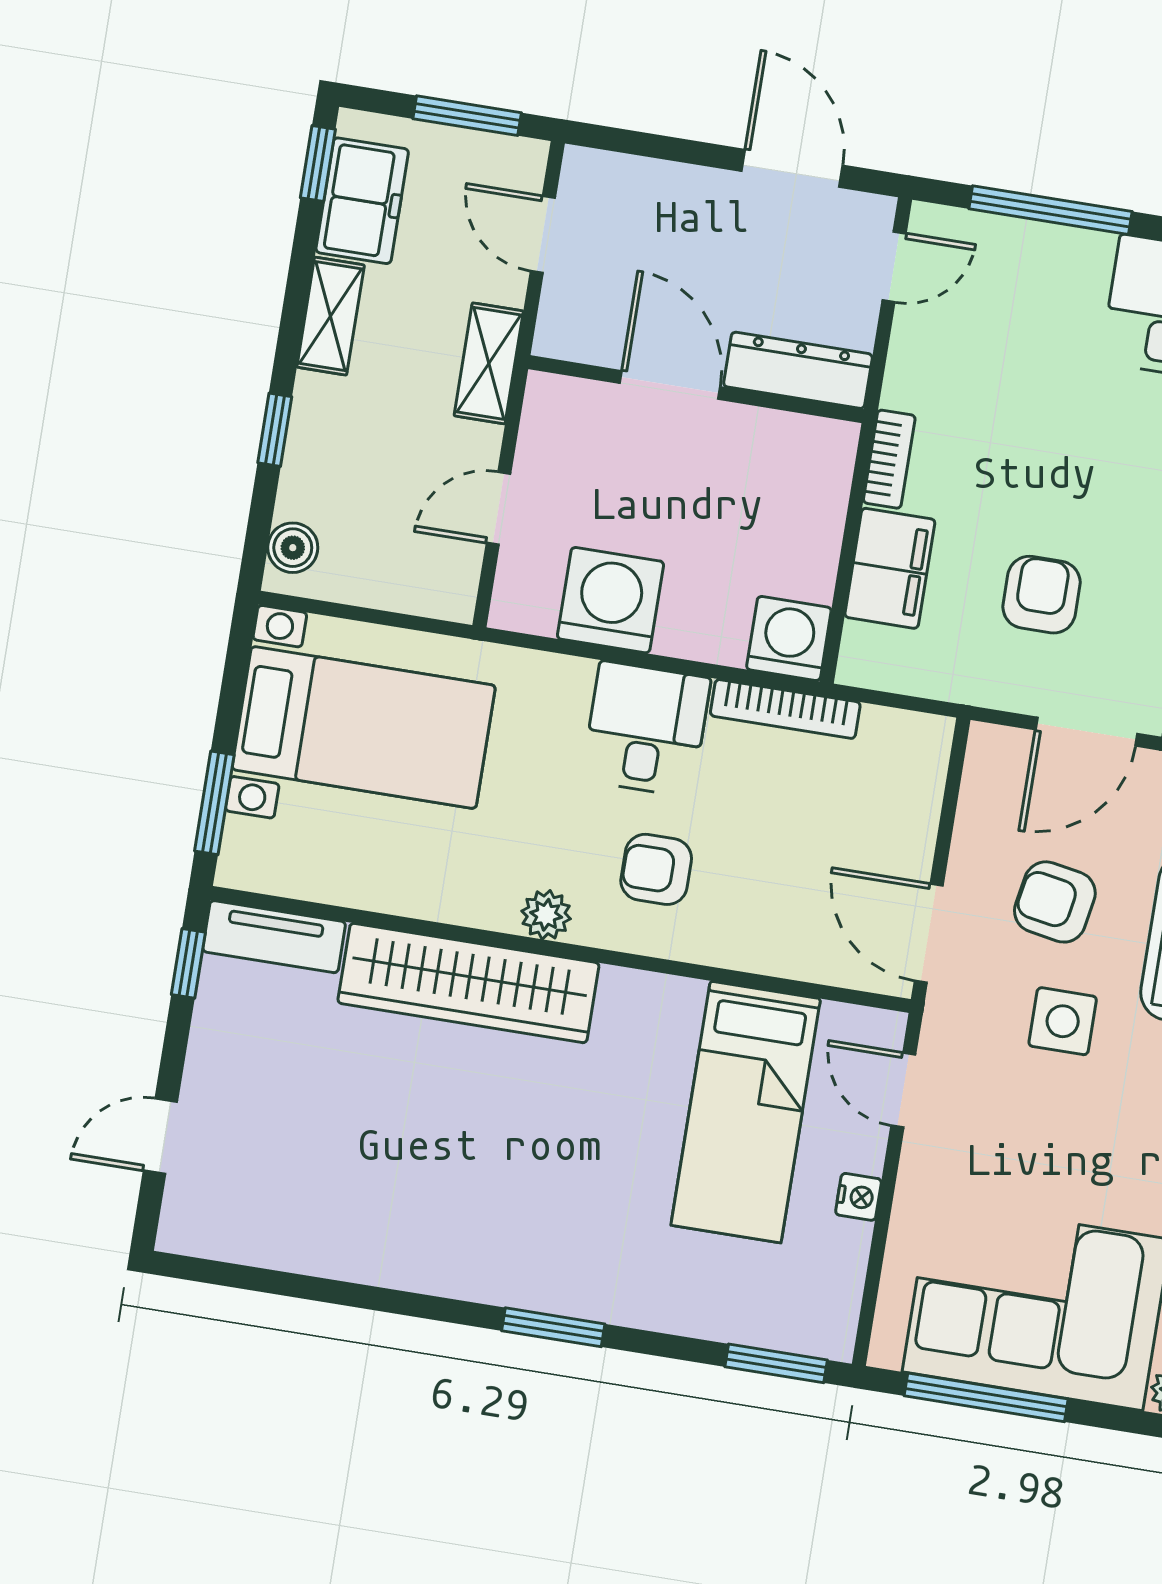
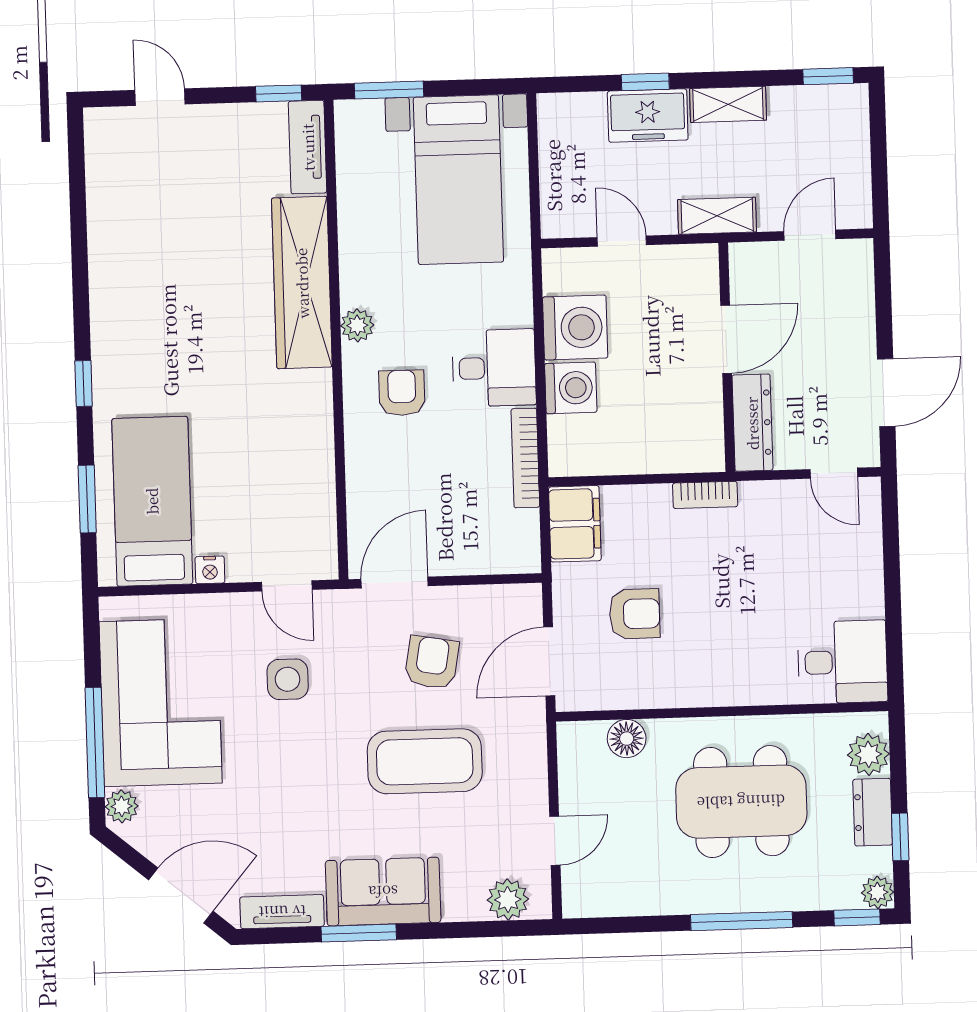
window: (467, 116) -> (879, 169), removed
freezer: (362, 201) -> (648, 116), moved
window: (1050, 210) -> (892, 570), removed
boiler: (293, 548) -> (569, 109), removed
filing cabinet: (890, 568) -> (575, 524), moved, turned -90
washing machine: (789, 638) -> (571, 388), moved
door: (1086, 732) -> (549, 661), hinge flipped
side table: (1063, 1021) -> (288, 679), moved
door: (903, 1090) -> (287, 586), swing flipped
bed: (746, 1112) -> (152, 501), moved, turned 90
window: (553, 1327) -> (84, 384), width x0.67
window: (776, 1363) -> (87, 499), moved
window: (986, 1397) -> (95, 742), moved

